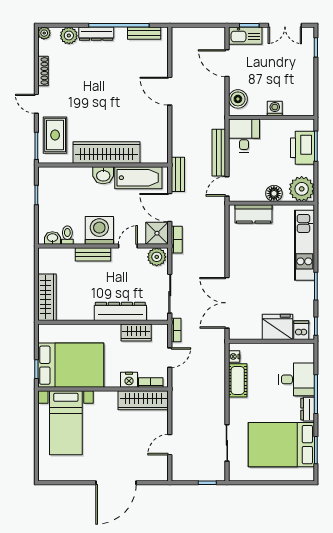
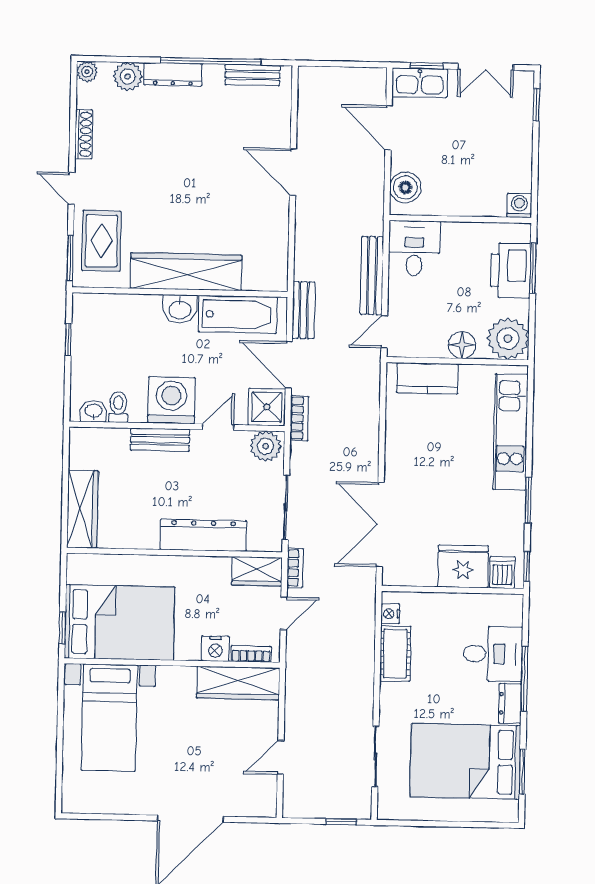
washing machine: (275, 108) -> (519, 206), moved
wardrobe: (136, 333) -> (257, 571), moved

